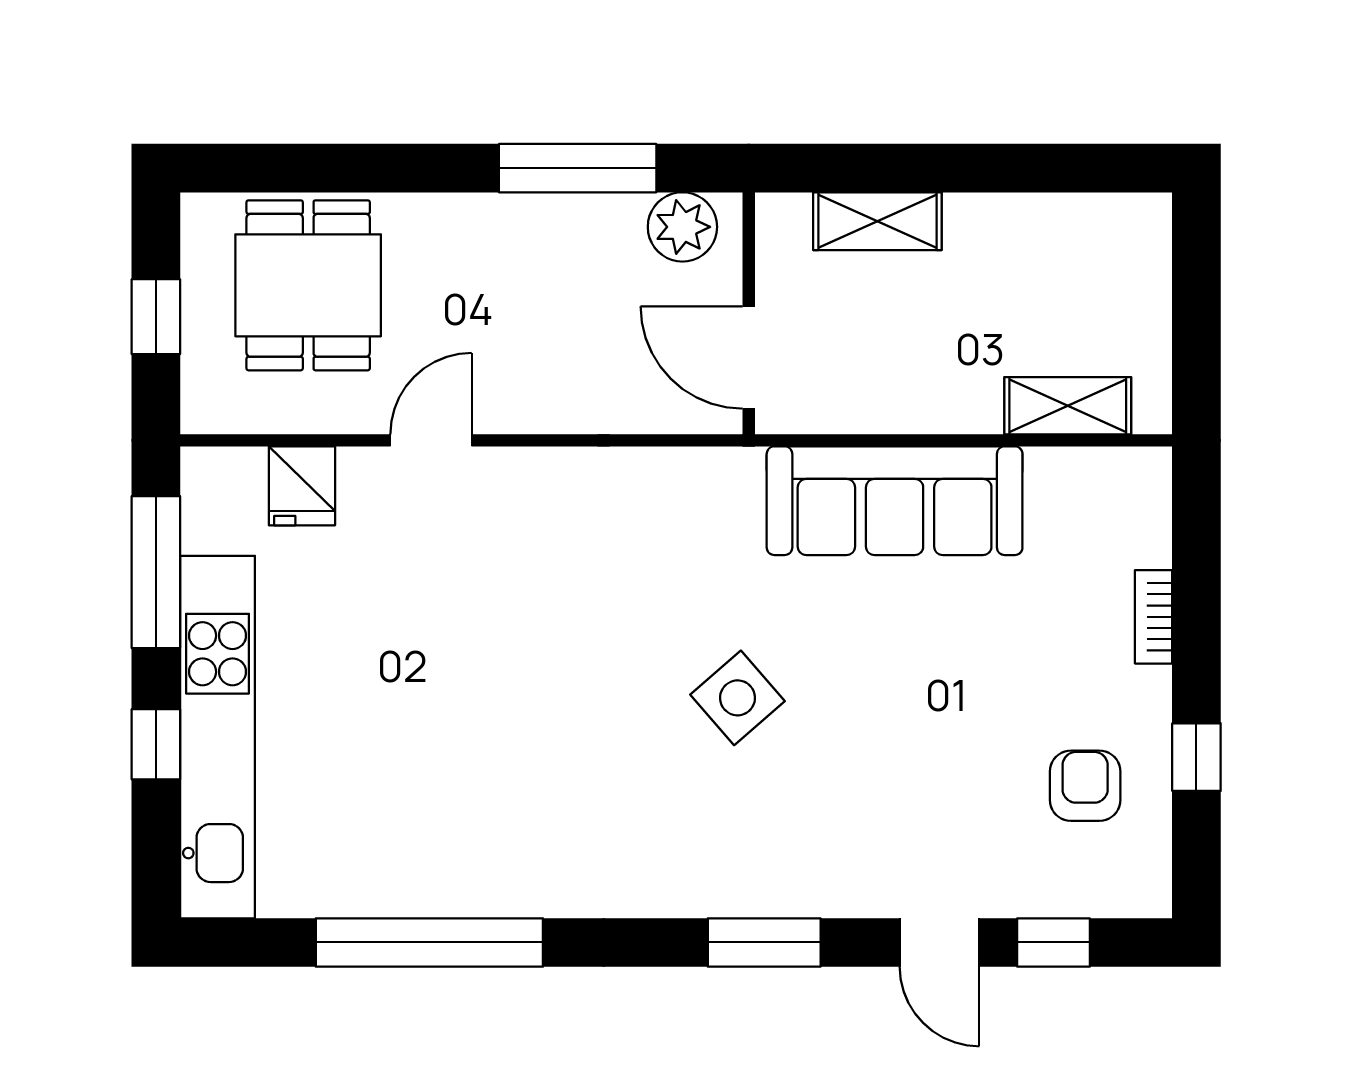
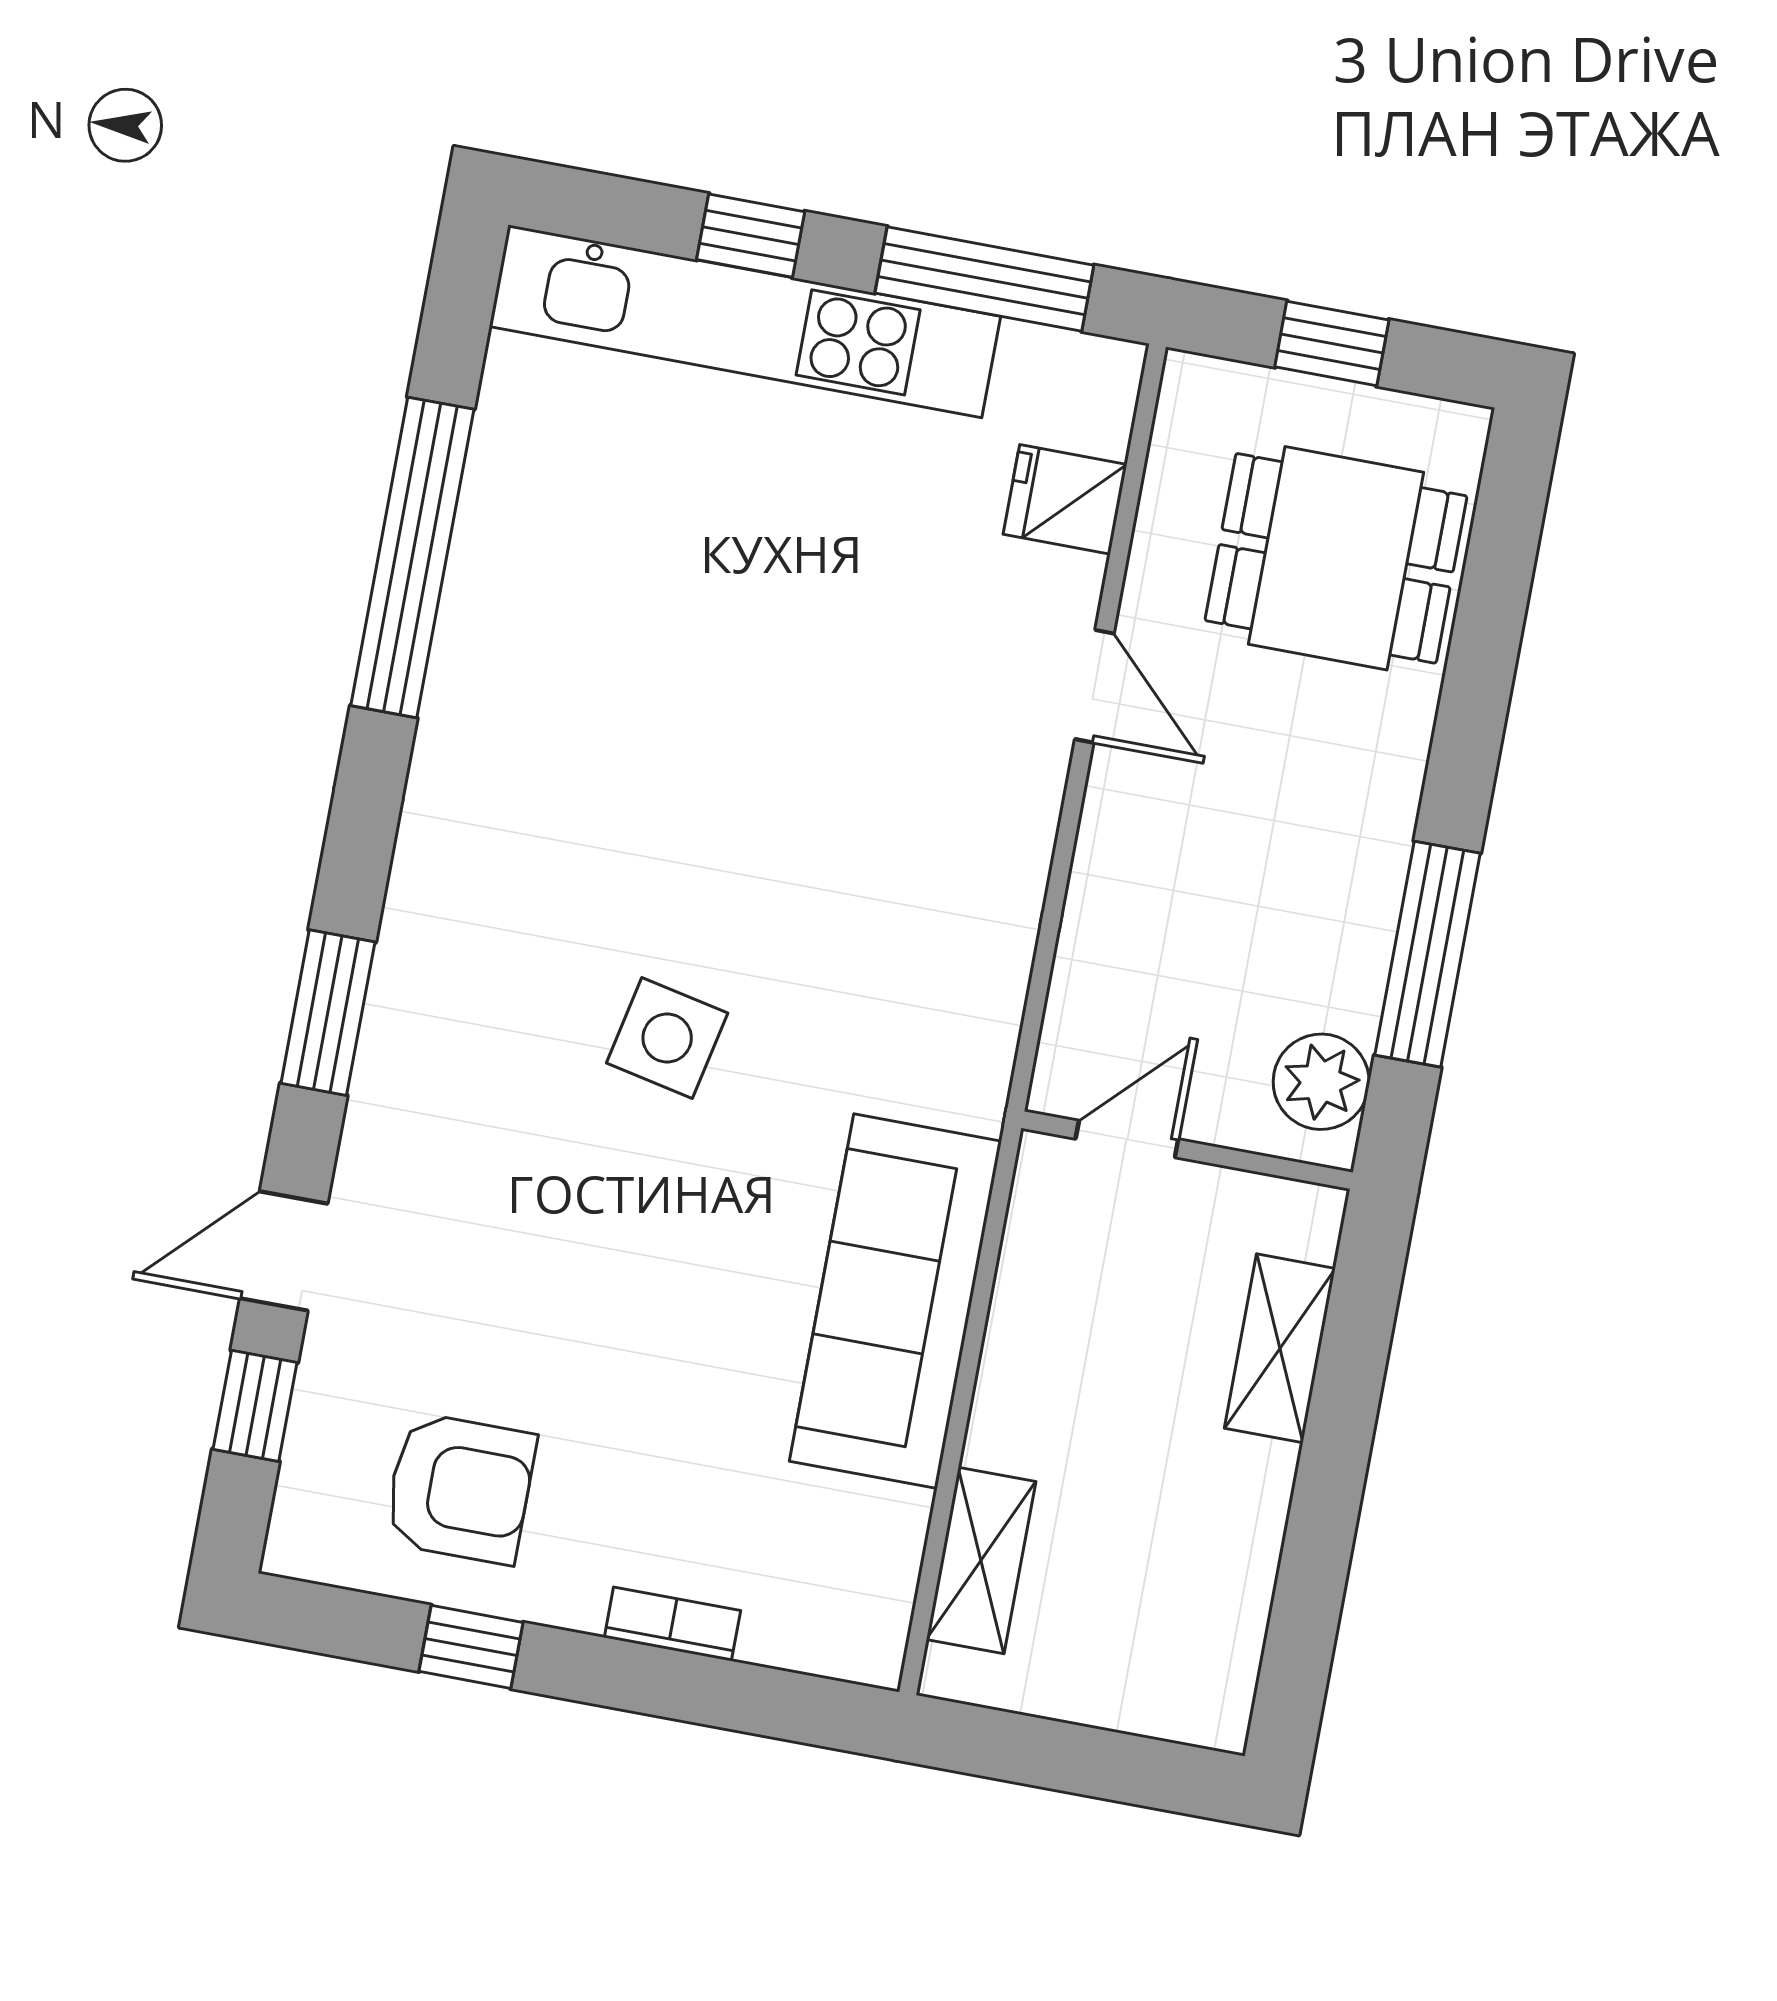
door: (749, 357) -> (1127, 1139), width x0.73
side table: (738, 698) -> (667, 1038), turned -37
armchair: (1085, 786) -> (460, 1488), width x1.38, depth x1.38

